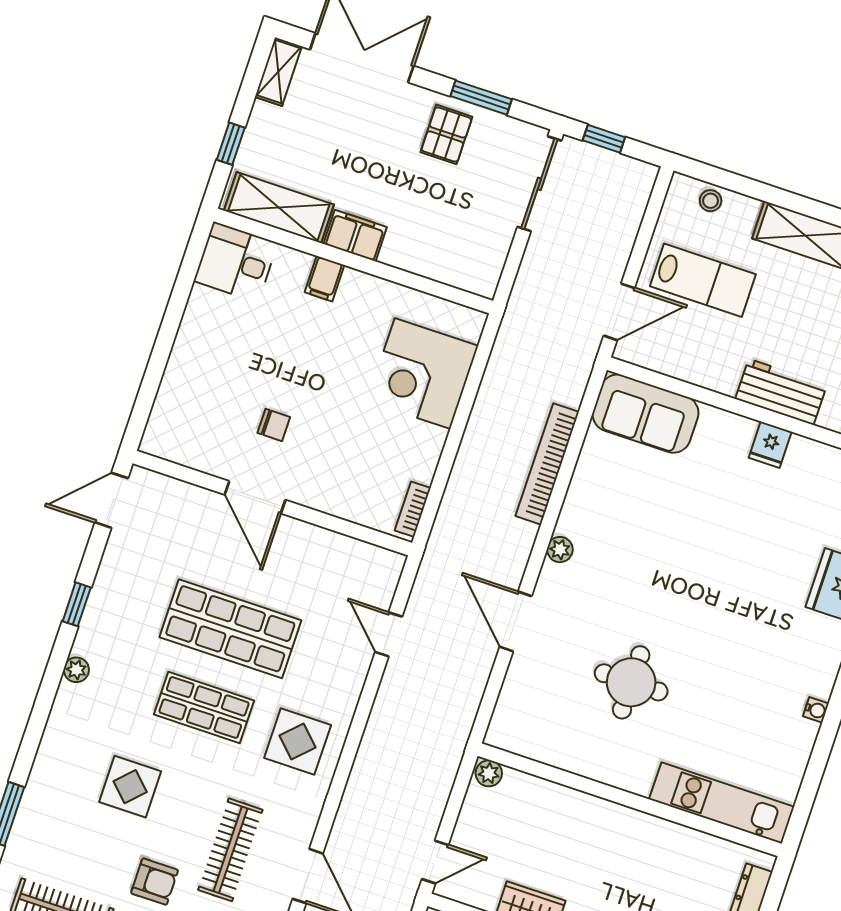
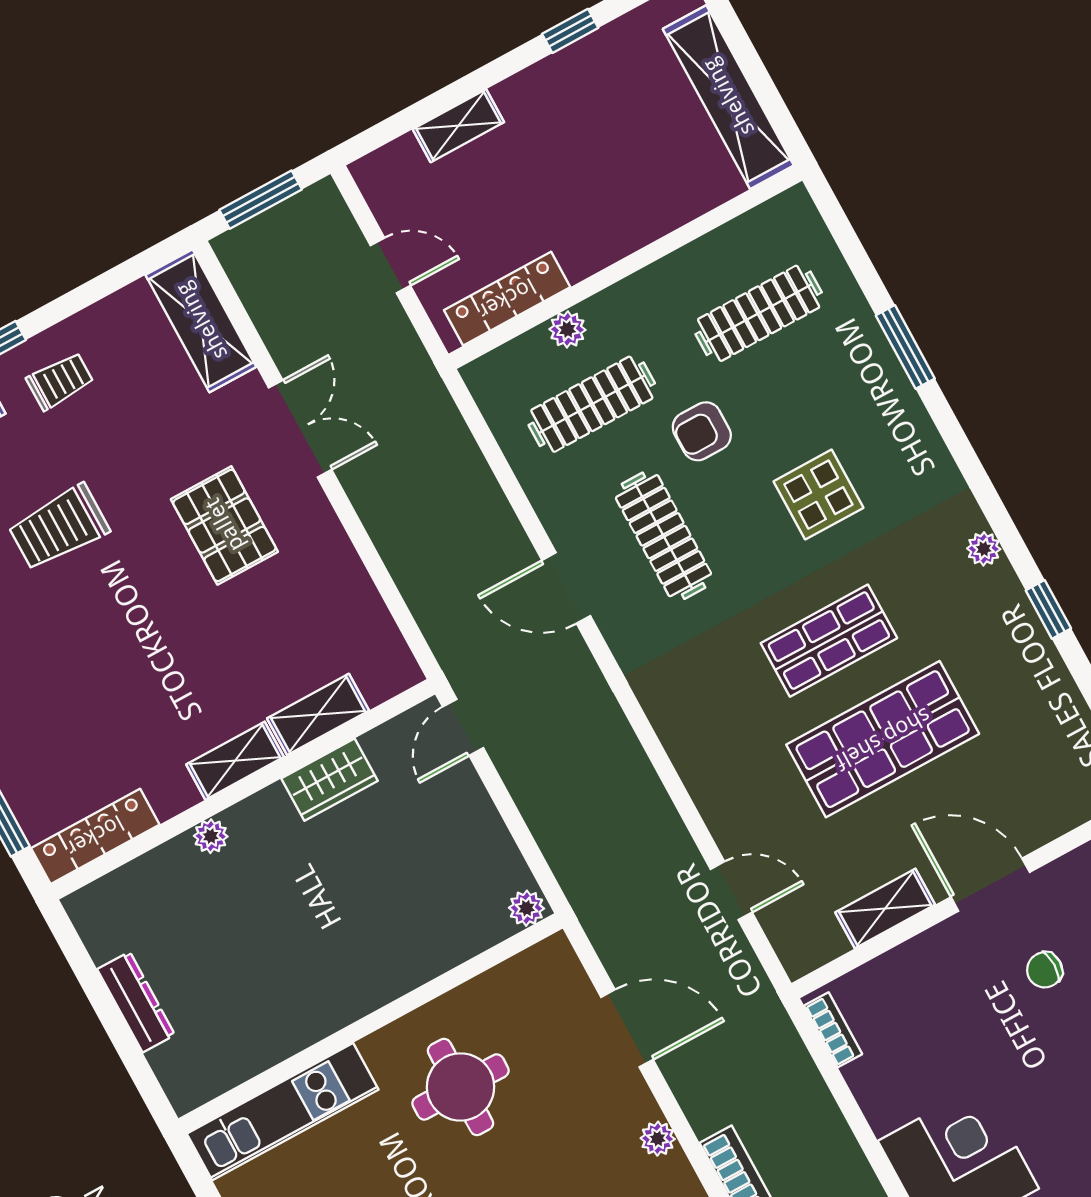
shelving: (321, 542) -> (885, 909), added
display table: (298, 742) -> (709, 702), removed
plant: (489, 773) -> (526, 908), moved
wall: (630, 800) -> (370, 1023), moved
kitchen unit: (722, 803) -> (283, 1112), moved

